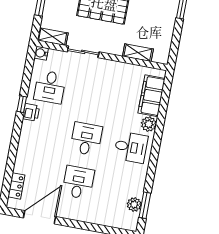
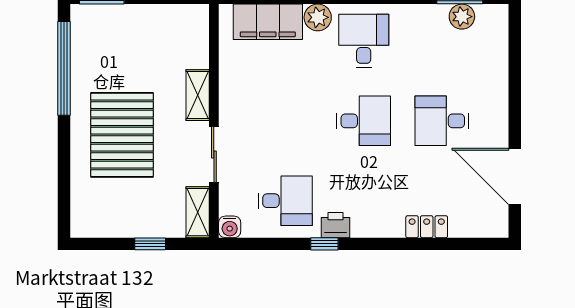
shelving: (138, 53) -> (198, 95), moved
desk: (86, 139) -> (364, 121), turned 180
locker: (16, 186) -> (427, 227), moved

